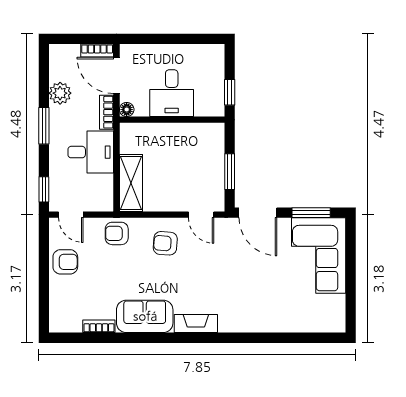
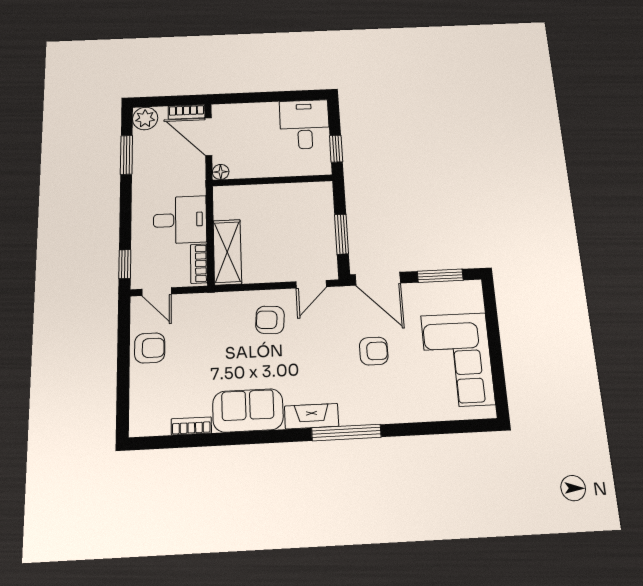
plant: (60, 93) -> (145, 118), moved
desk: (172, 93) -> (305, 124), moved, turned 180
bookcase: (107, 112) -> (199, 264), moved
window: (44, 126) -> (126, 155), moved
door: (201, 215) -> (311, 284), hinge flipped
armchair: (117, 233) -> (374, 351), moved, turned 180
corner sofa: (319, 255) -> (458, 360), moved
window: (223, 338) -> (346, 432), added

